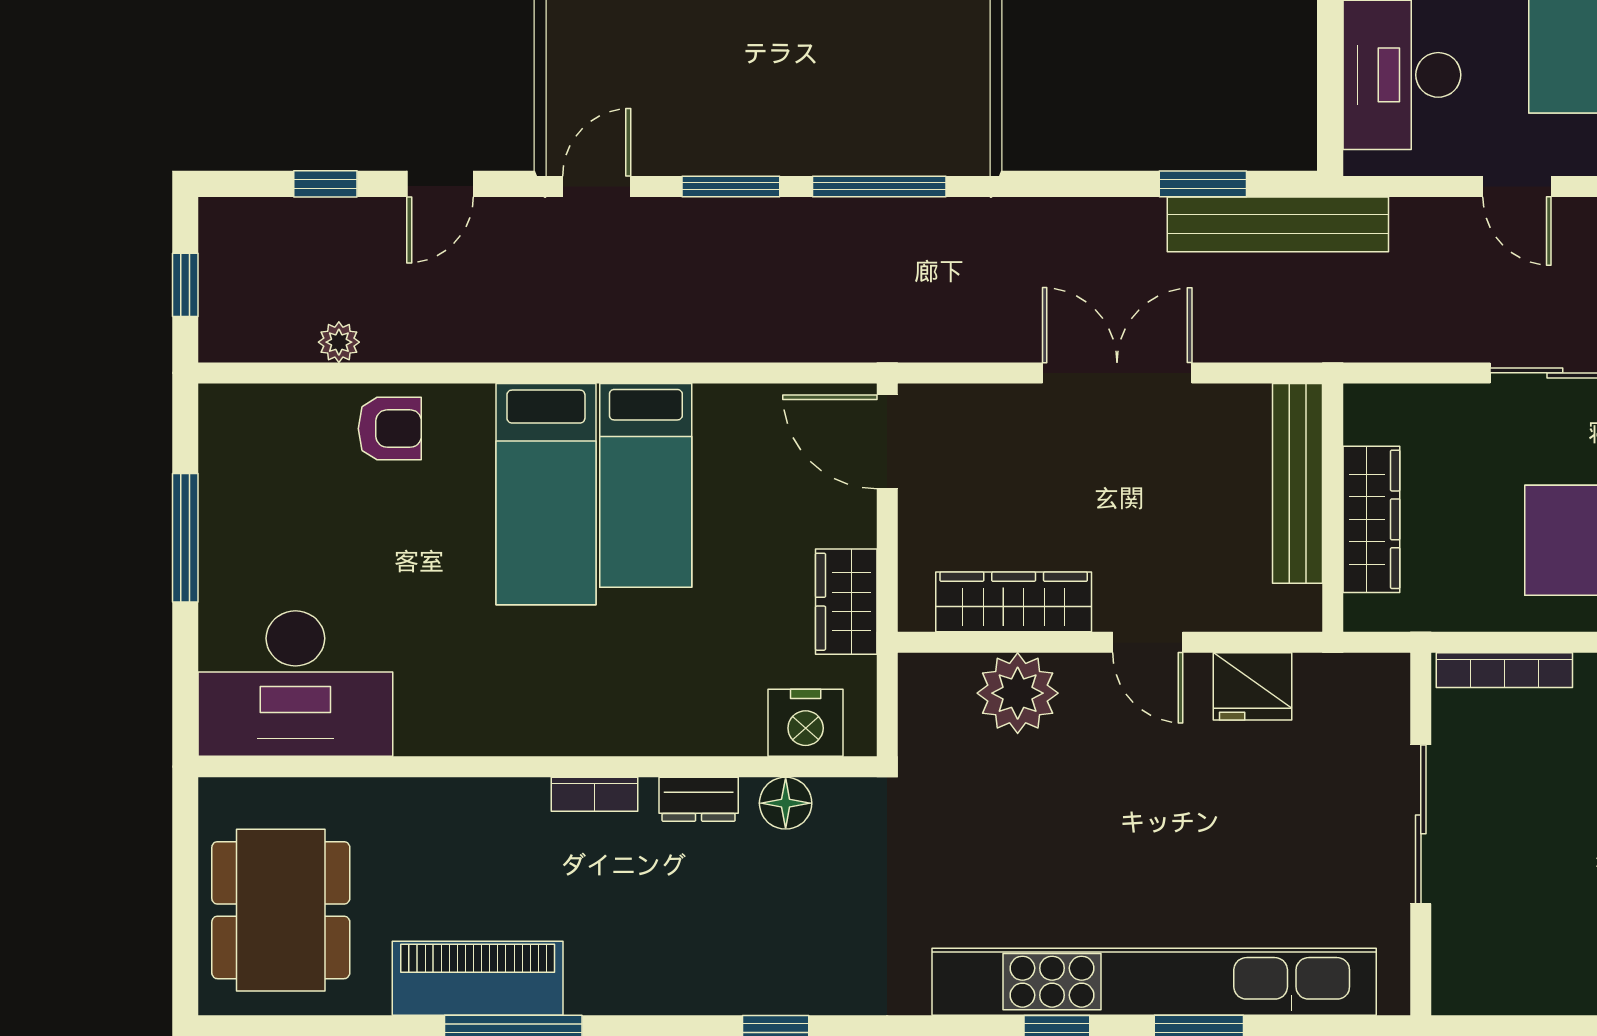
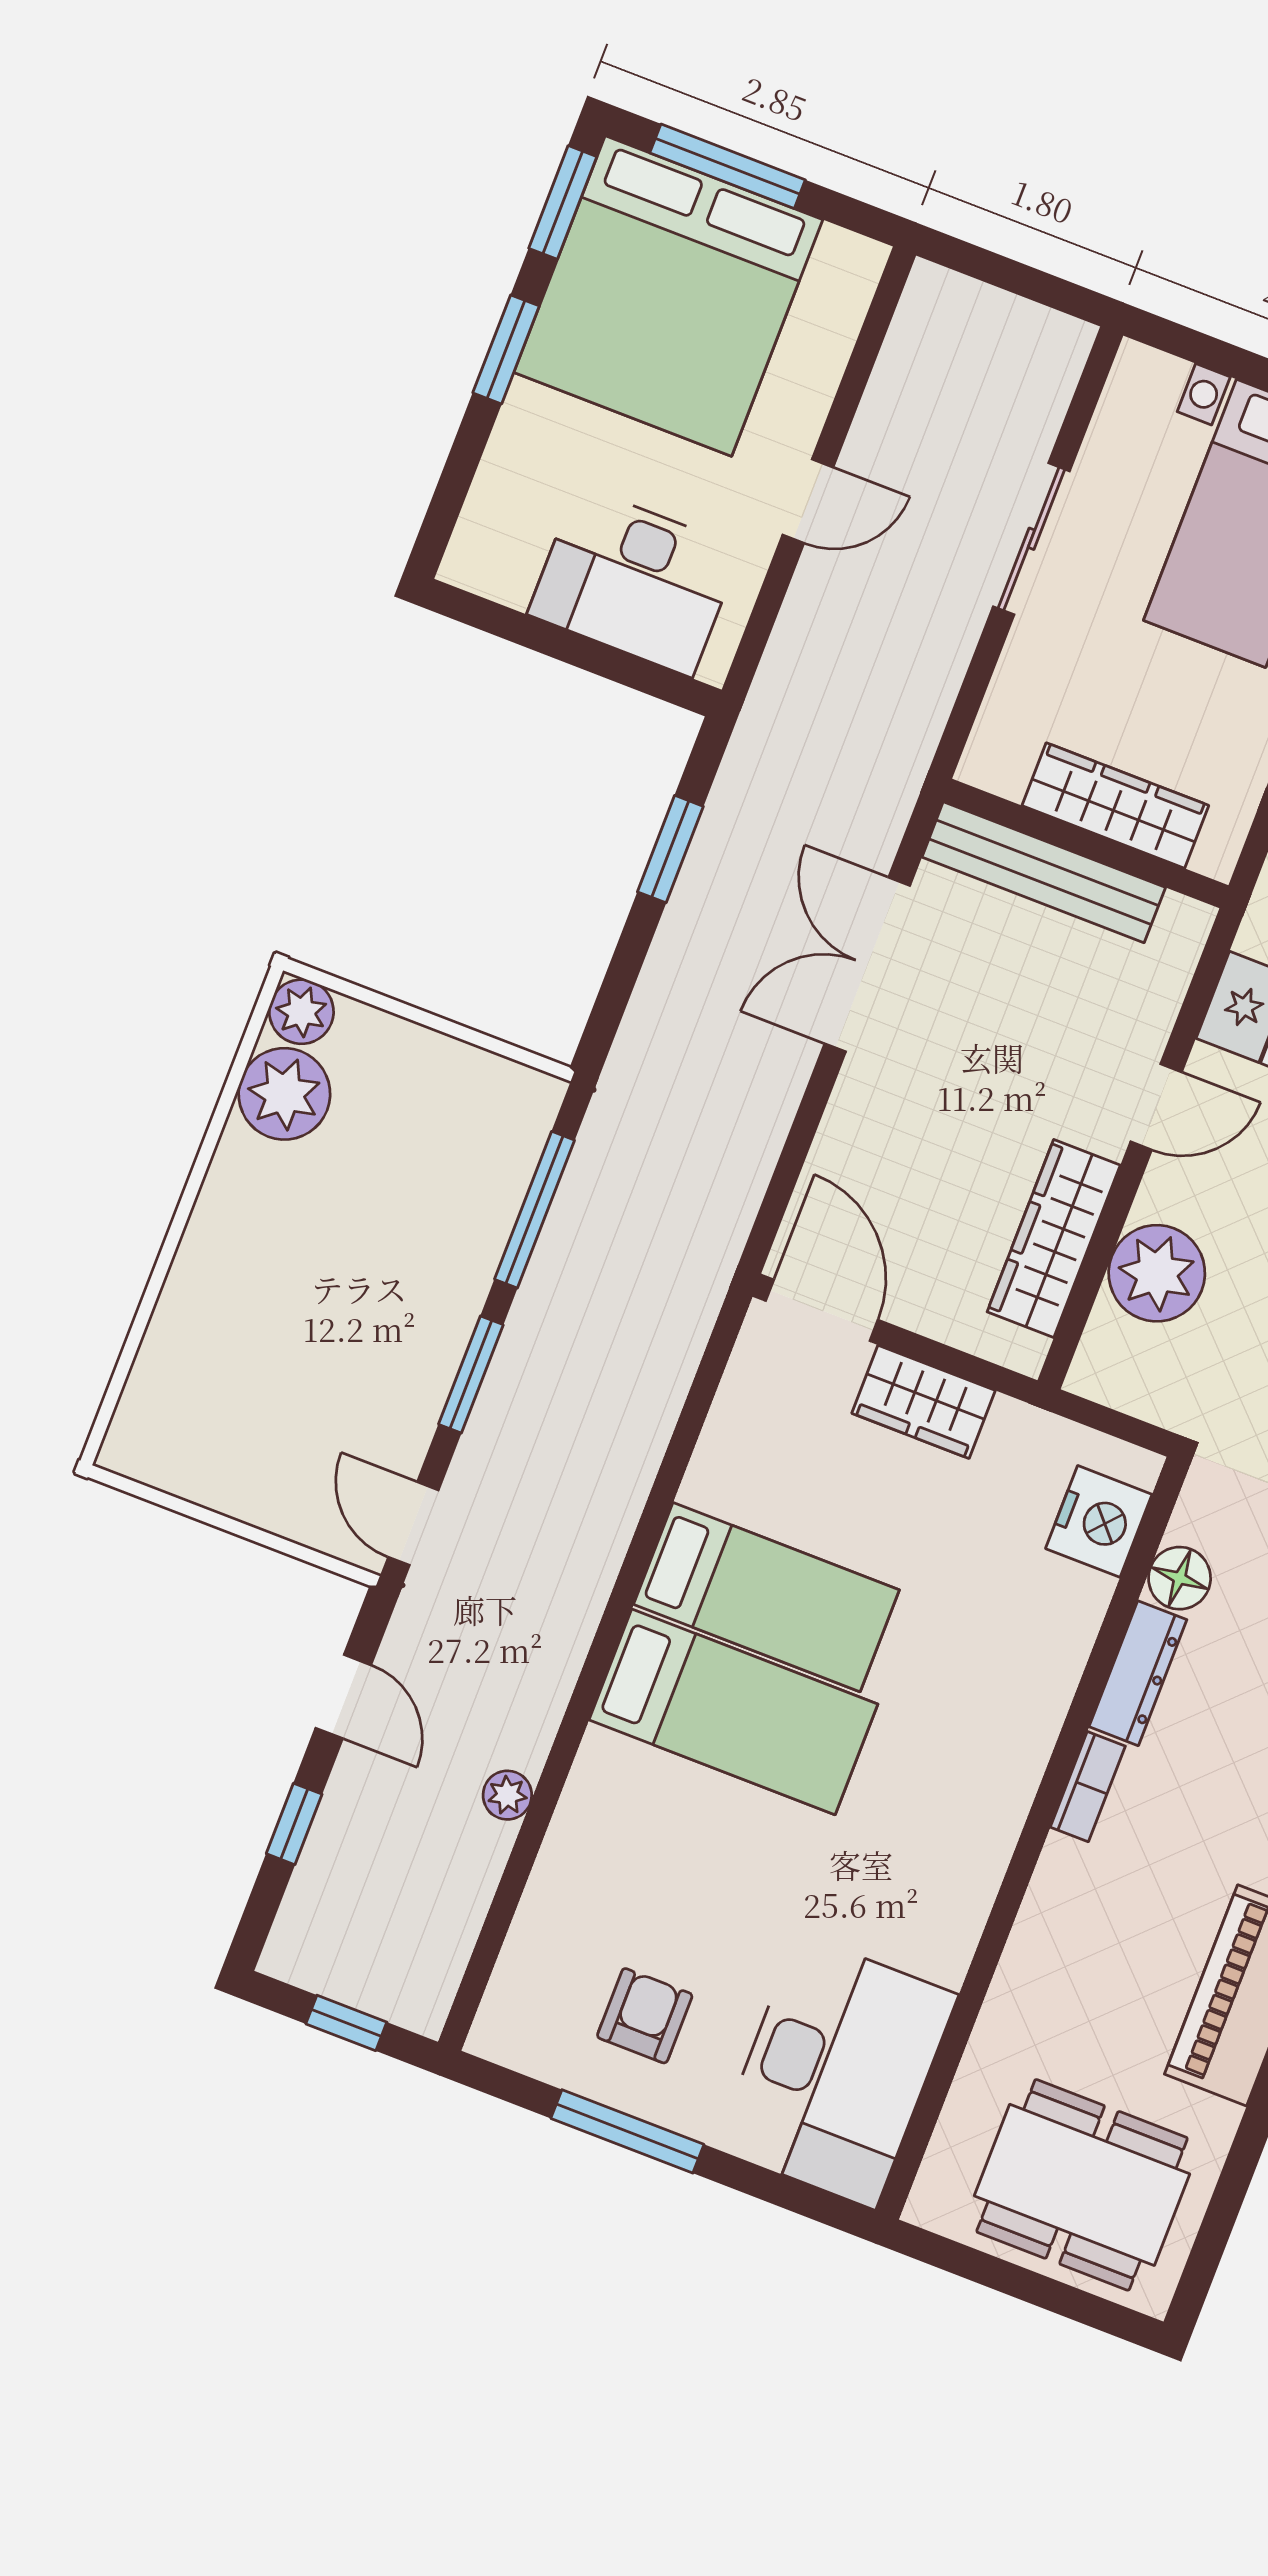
bench: (1278, 224) -> (747, 783), removed
plant: (339, 342) -> (507, 1795), moved
double door: (1117, 373) -> (867, 965), moved
armchair: (390, 429) -> (645, 2016), moved
door: (887, 442) -> (822, 1310), swing flipped
wardrobe: (846, 602) -> (923, 1402), moved
dresser: (699, 799) -> (1138, 1673), width x1.44

